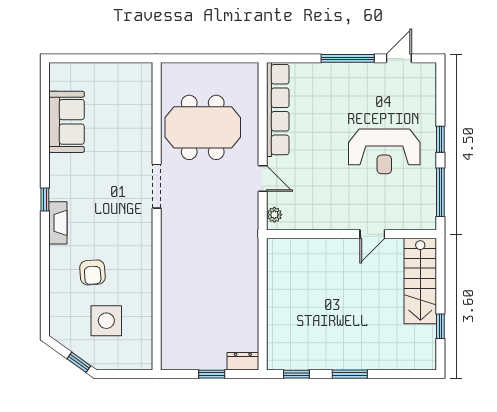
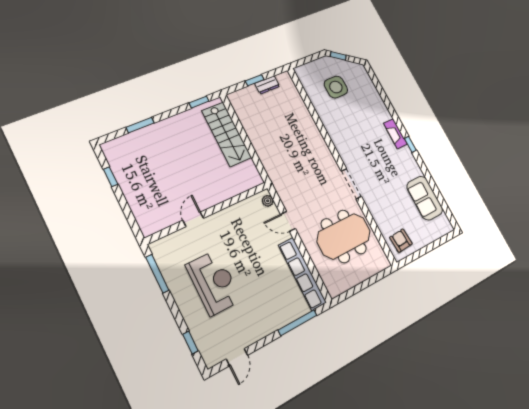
window: (348, 58) -> (298, 323), moved
window: (440, 139) -> (190, 343), moved
reception desk: (384, 151) -> (214, 283), turned 90
armchair: (92, 272) -> (401, 241), moved
stairs: (420, 281) -> (227, 134), moved, turned 180
dresser: (243, 361) -> (267, 85), moved
window: (350, 374) -> (140, 125), moved

